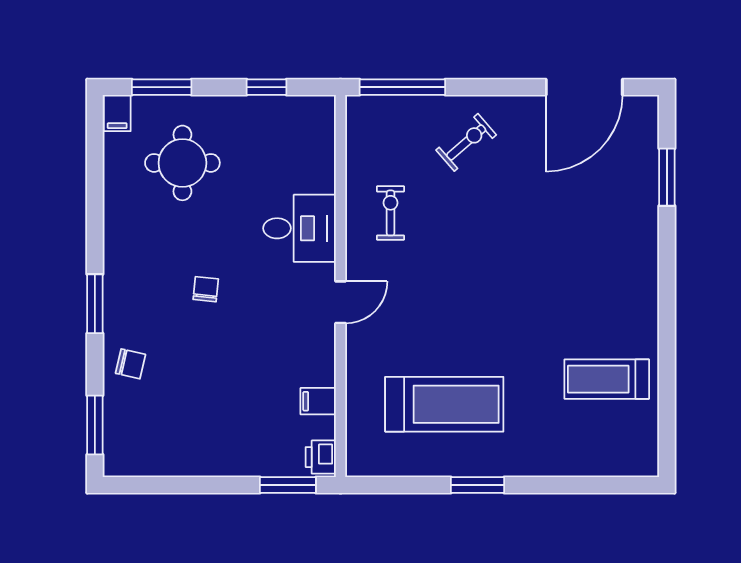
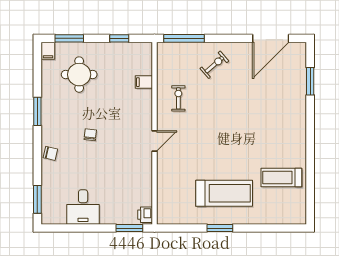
desk: (300, 228) -> (83, 207), moved, turned 90
window: (95, 304) -> (37, 111), moved
chair: (130, 364) -> (50, 153), moved
filing cabinet: (318, 401) -> (144, 82), moved
treadmill: (444, 404) -> (224, 193), moved

